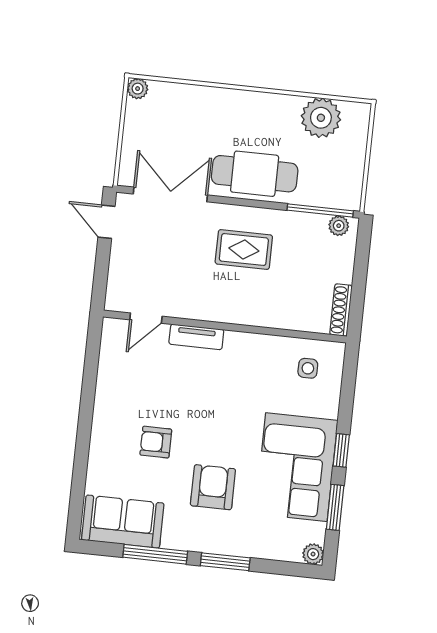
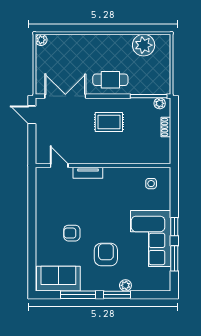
cafe table: (255, 174) -> (110, 80), width x0.73, depth x0.74
shoe rack: (341, 310) -> (166, 127), moved, width x0.70
door: (146, 318) -> (59, 165), swing flipped
plant: (313, 554) -> (125, 285), moved

